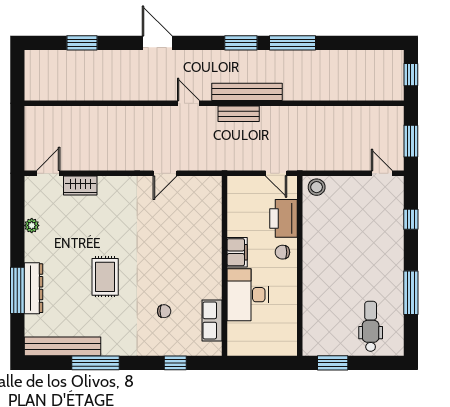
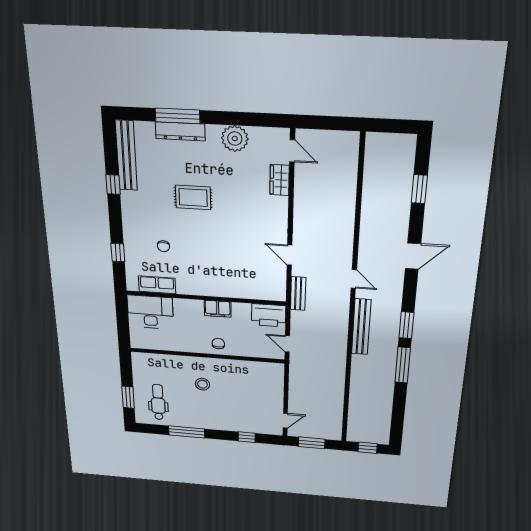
door: (188, 103) -> (354, 279), hinge flipped
bench: (239, 114) -> (298, 294), moved
door: (276, 173) -> (287, 344), hinge flipped
stool: (317, 187) -> (202, 384), moved
printer: (284, 218) -> (269, 315), moved, turned 180
plant: (32, 225) -> (235, 139), width x1.87, depth x1.87
desk: (248, 295) -> (150, 312), moved
dental chair: (371, 326) -> (158, 402), turned -90
window: (96, 363) -> (113, 184), width x0.46
window: (333, 363) -> (128, 397), moved

